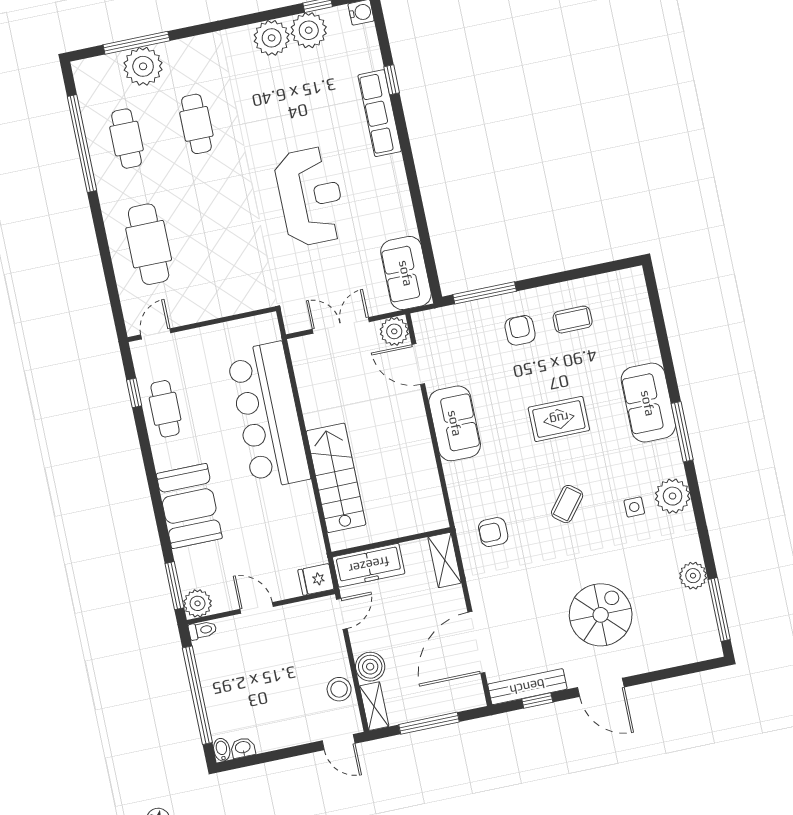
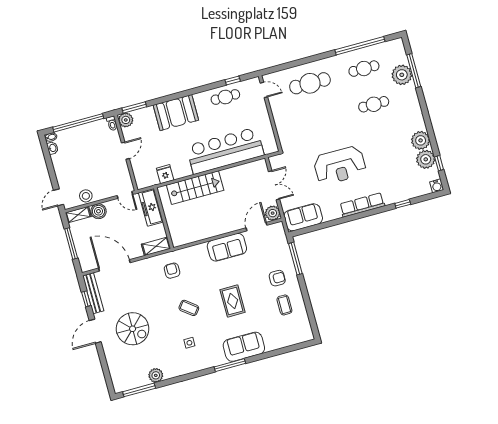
row of seats: (380, 113) -> (362, 205), moved
plant: (673, 496) -> (196, 362), removed
fridge: (316, 579) -> (165, 174), moved

